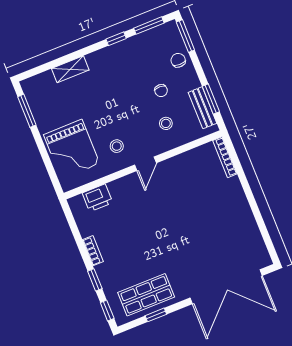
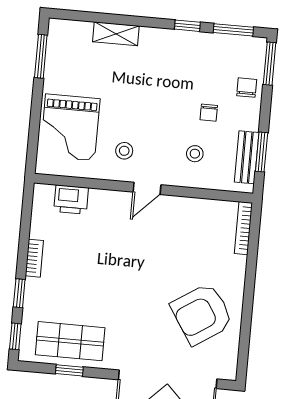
armchair: (227, 230) -> (202, 314), added

